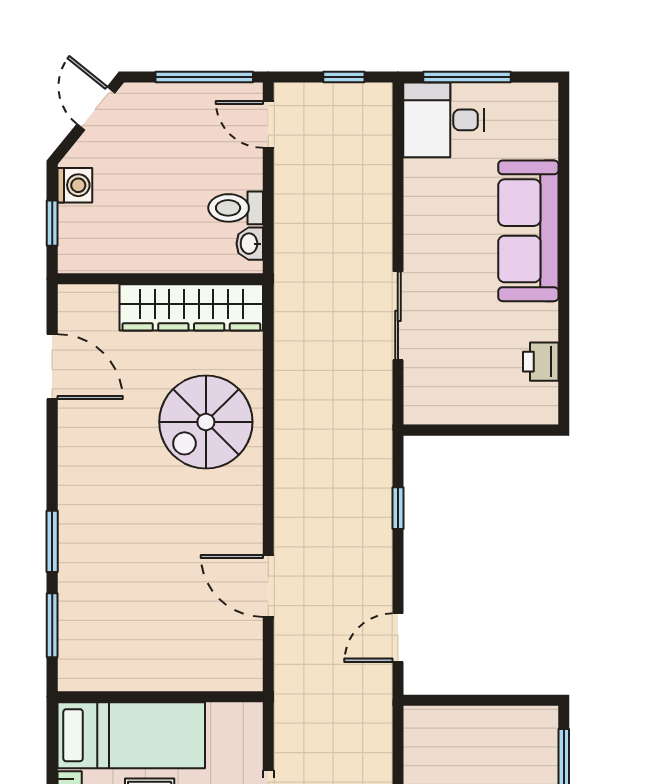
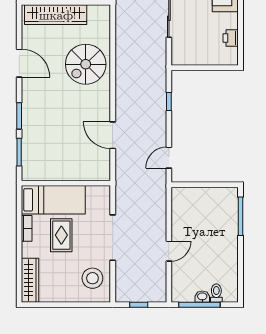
wardrobe: (191, 307) -> (56, 15), moved
door: (52, 367) -> (19, 63), moved

